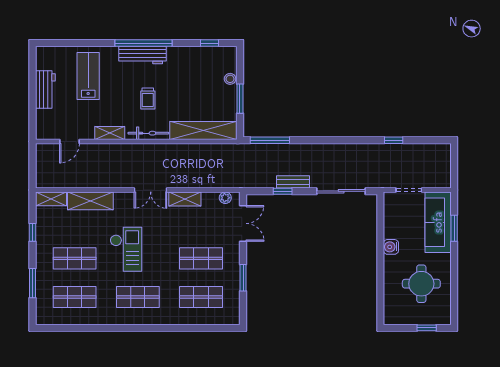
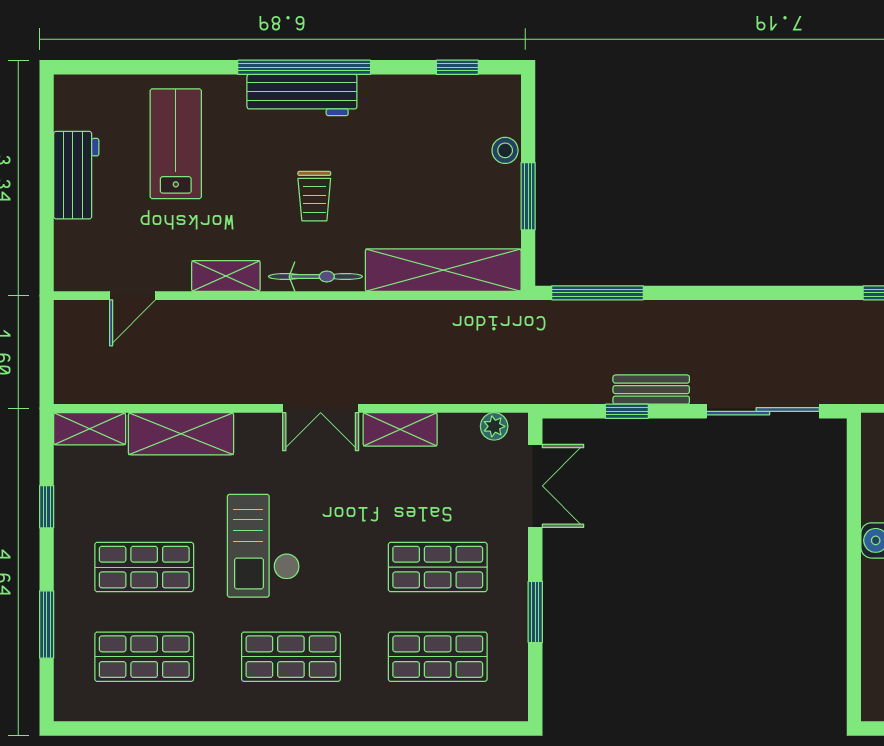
checkout: (126, 249) -> (263, 546), turned 180

